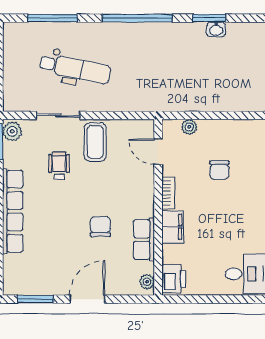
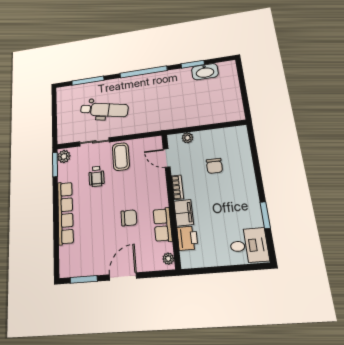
washbasin: (216, 29) -> (205, 72), width x1.91, depth x1.45
wheelchair: (59, 166) -> (97, 176), turned 180
chair: (100, 227) -> (129, 218), turned 90
printer: (174, 279) -> (187, 238), moved

